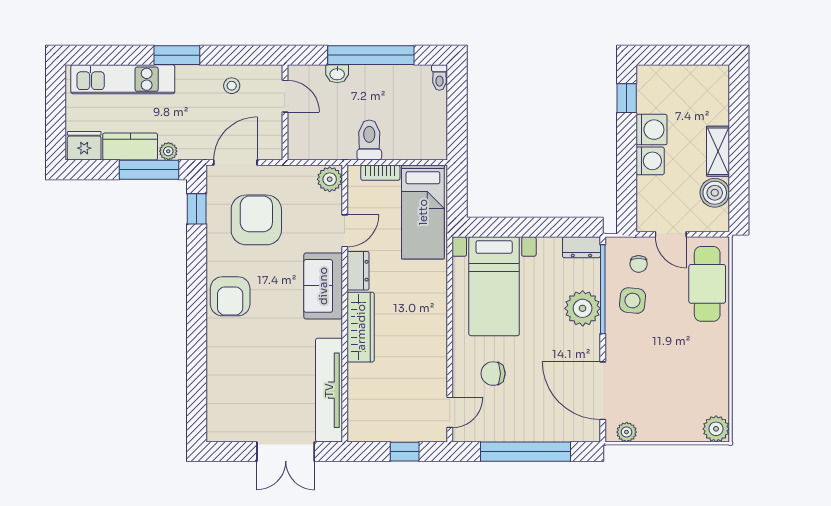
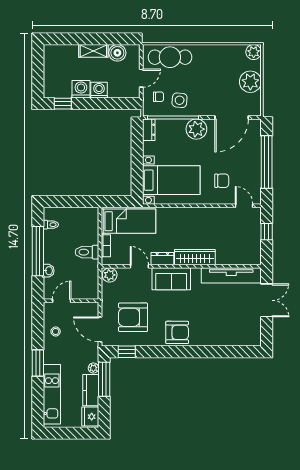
toilet: (439, 77) -> (51, 225), moved
plant: (583, 308) -> (196, 129), moved
chair: (493, 374) -> (222, 181), turned -90
plant: (627, 432) -> (250, 82), moved, width x1.87, depth x1.87

